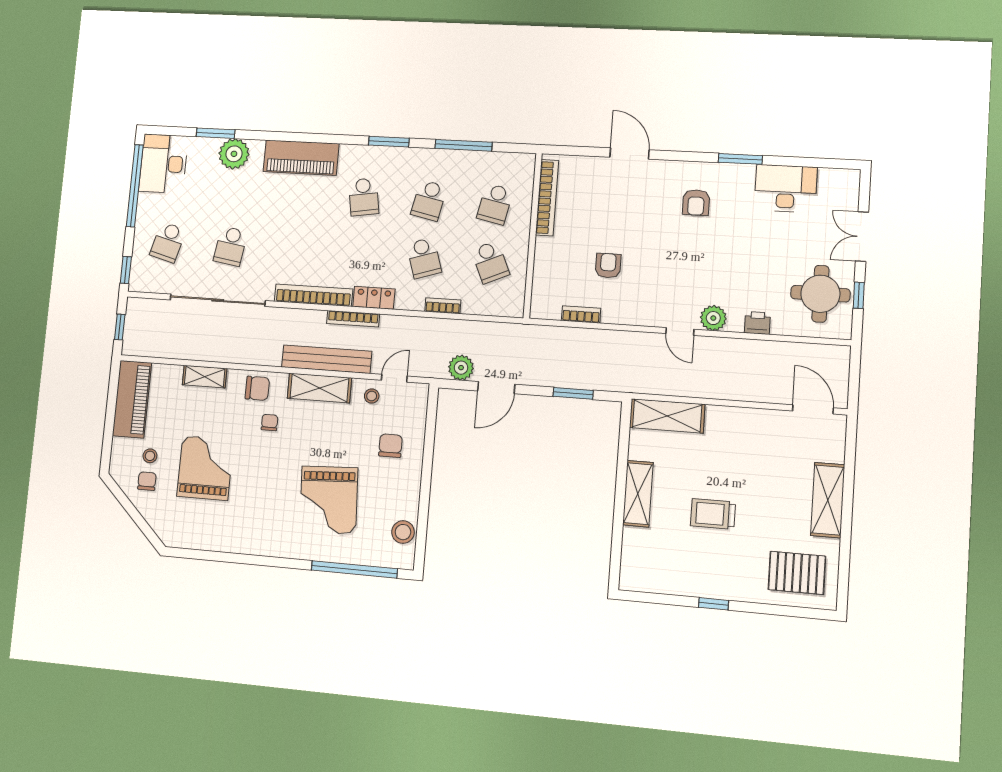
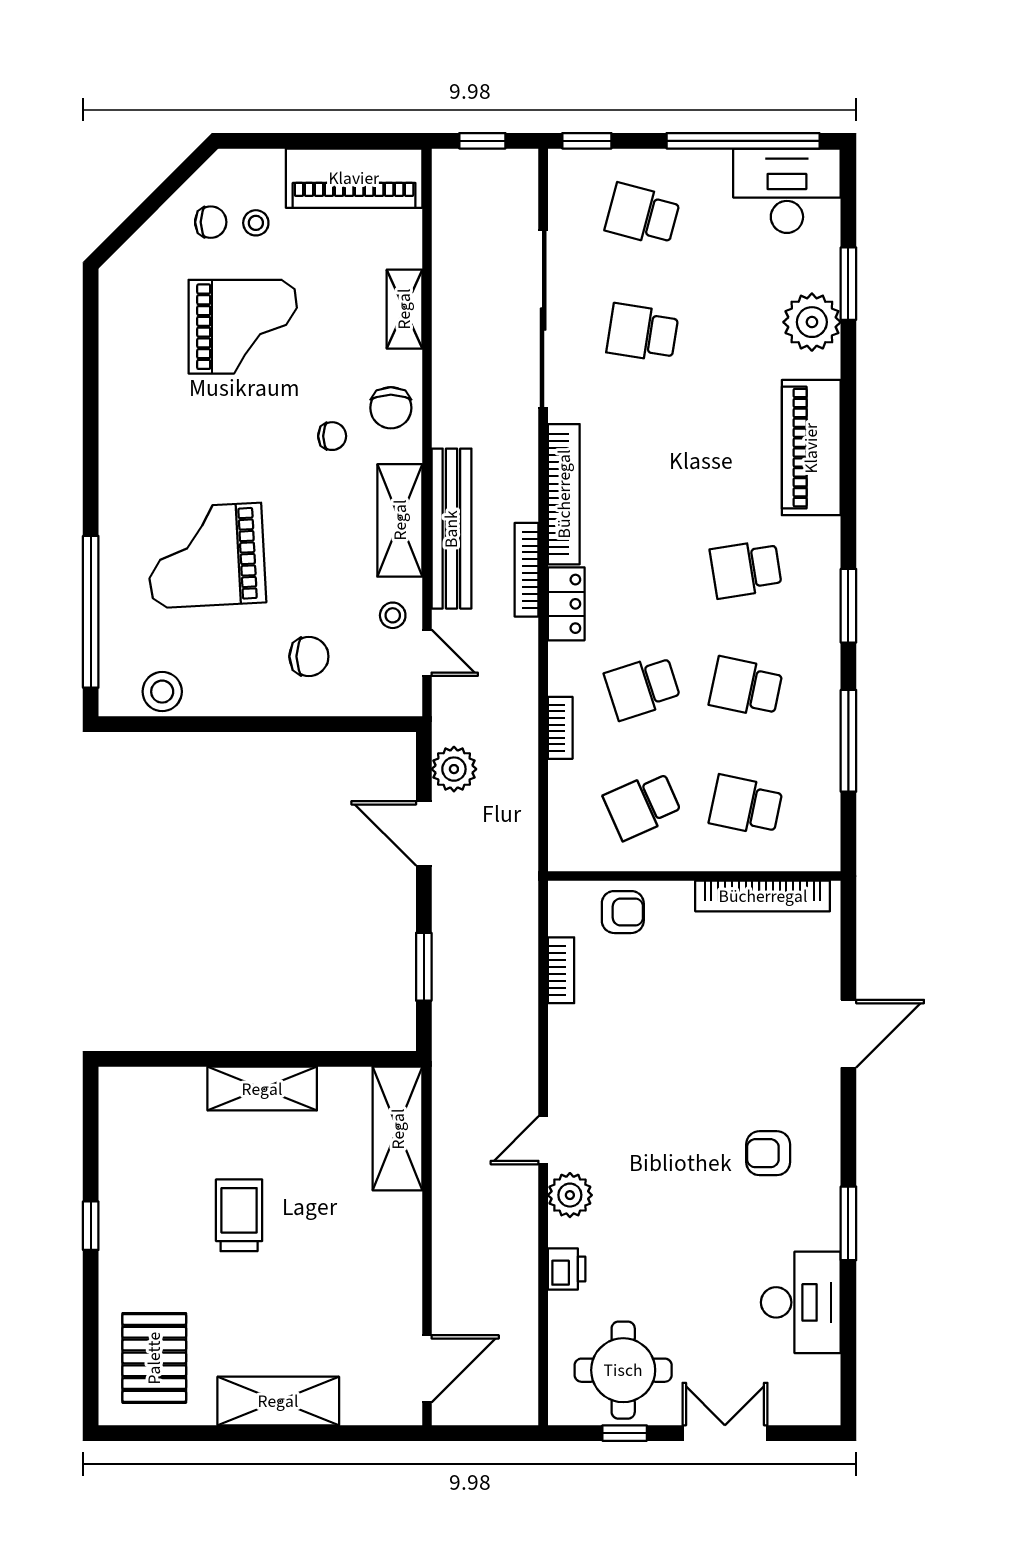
armchair: (608, 266) -> (623, 912), moved

